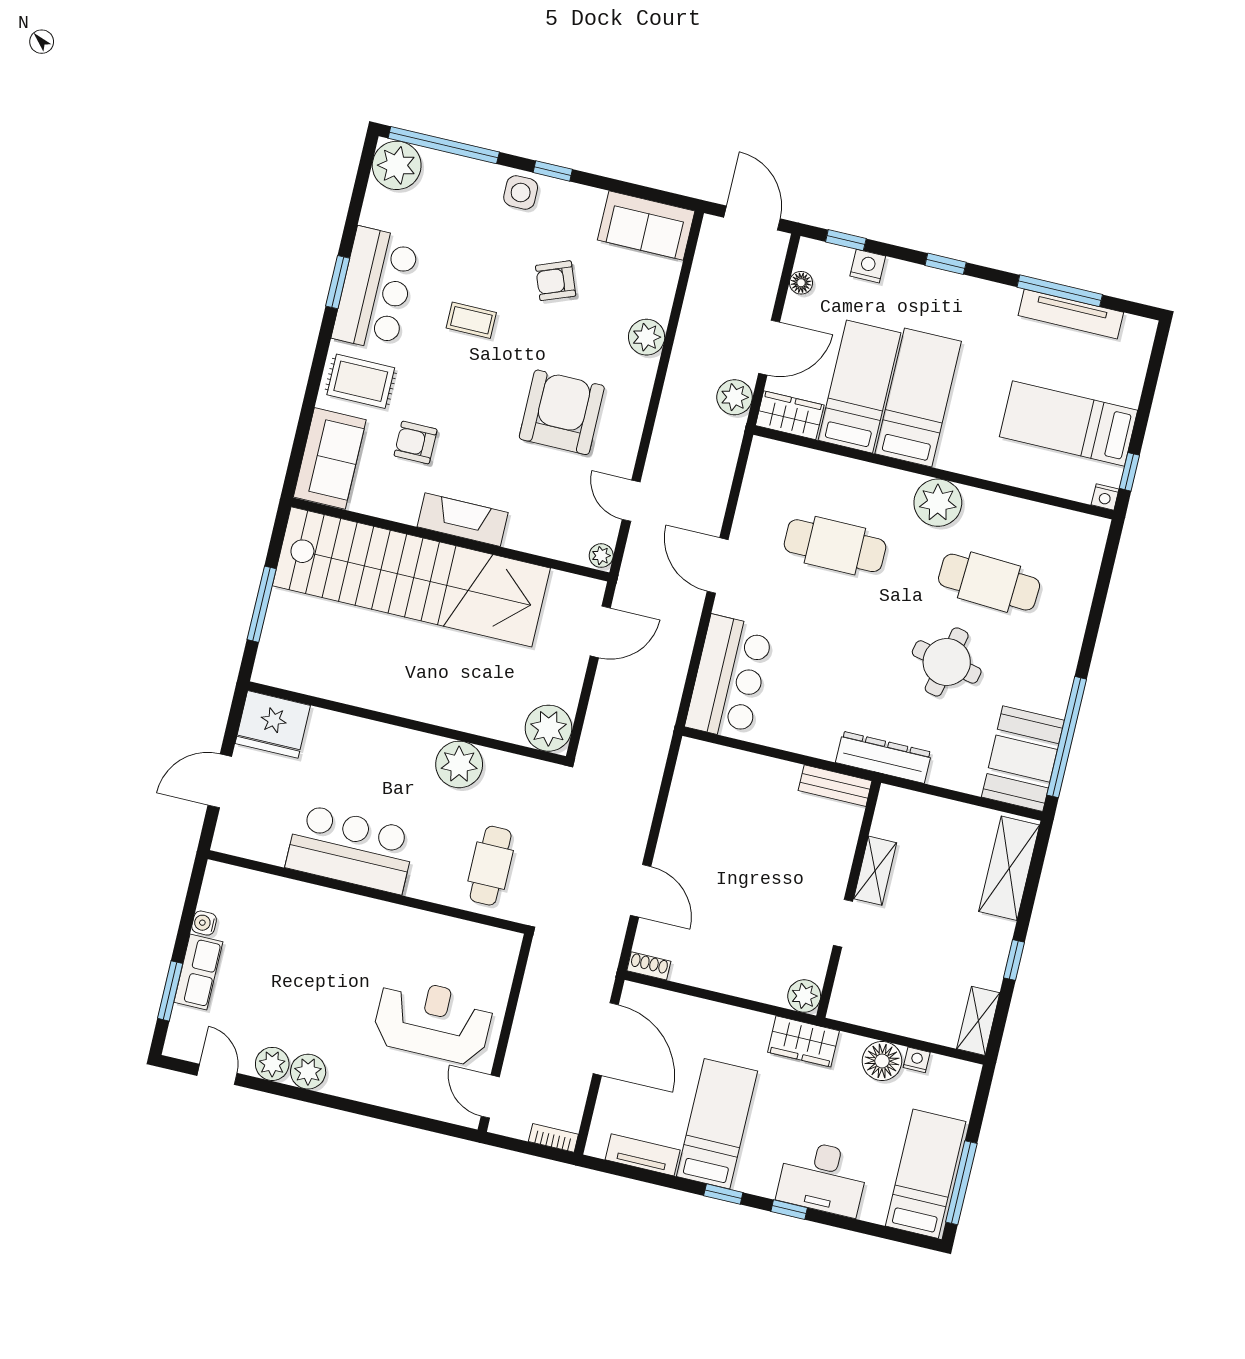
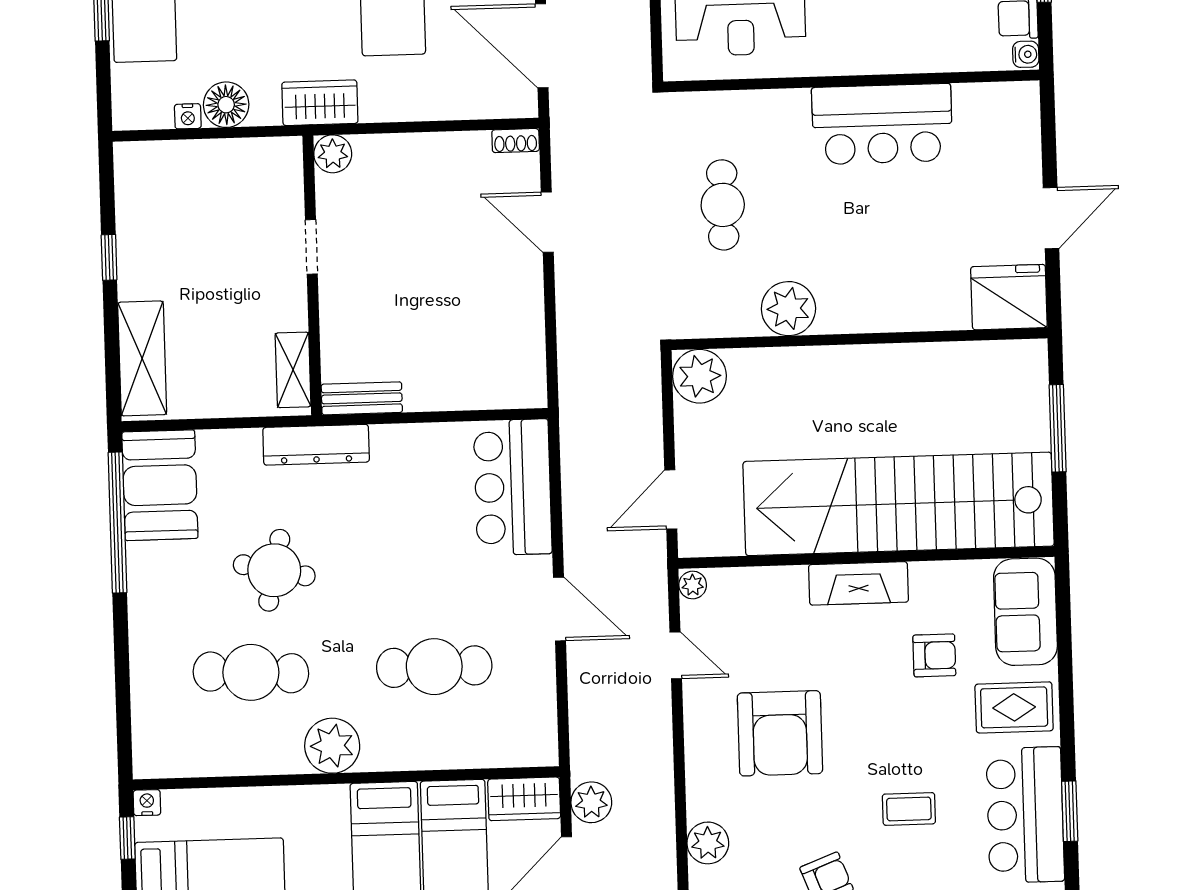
bar counter: (351, 849) -> (882, 124), moved
shelving: (875, 871) -> (293, 370), moved
wall: (367, 892) -> (851, 81), moved
shelving: (978, 1021) -> (131, 179), removed

